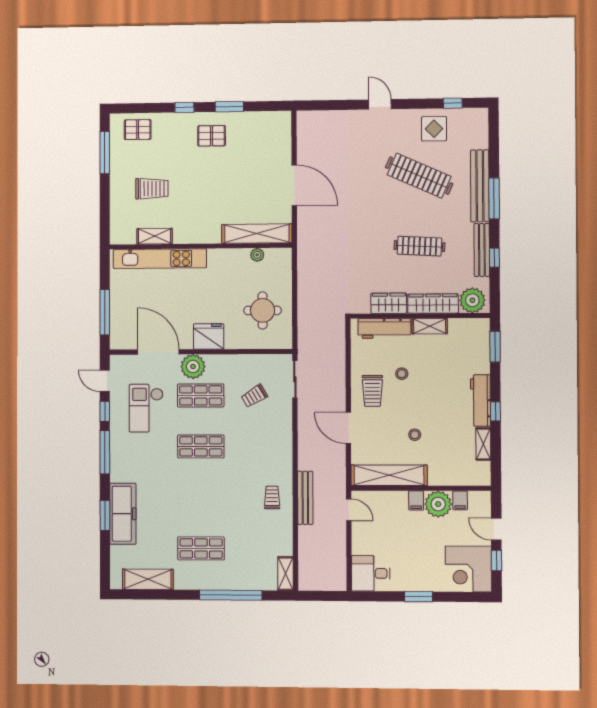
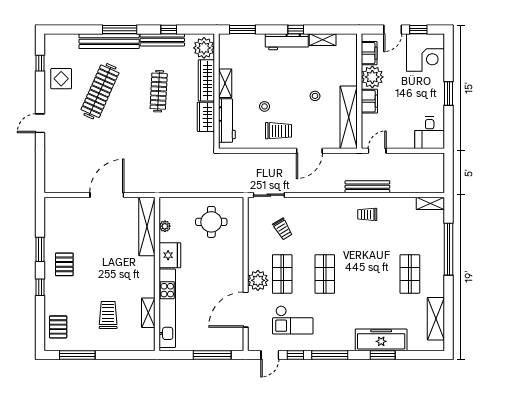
fridge: (209, 336) -> (170, 255), moved, turned 180
filing cabinet: (416, 500) -> (369, 101), width x2.00
filing cabinet: (460, 500) -> (369, 53), width x2.00

